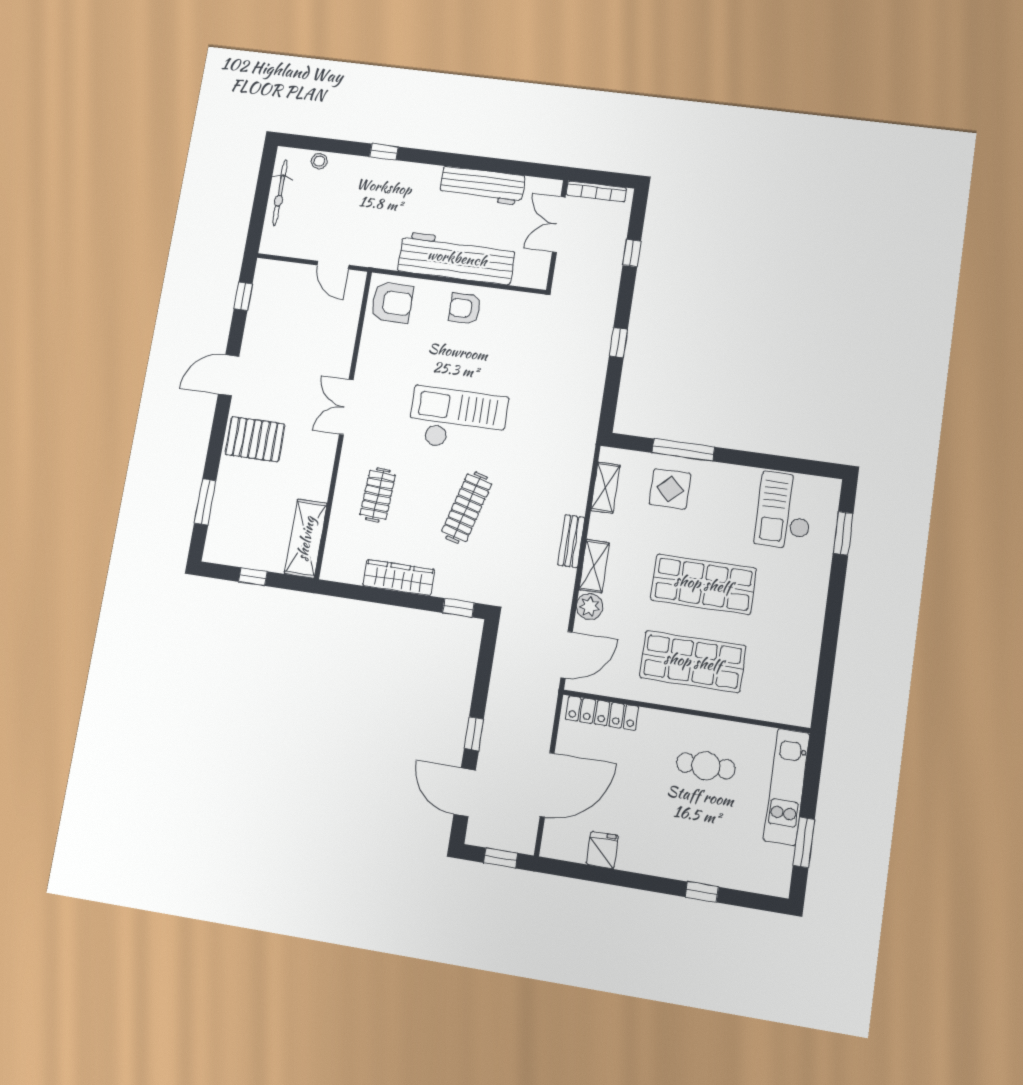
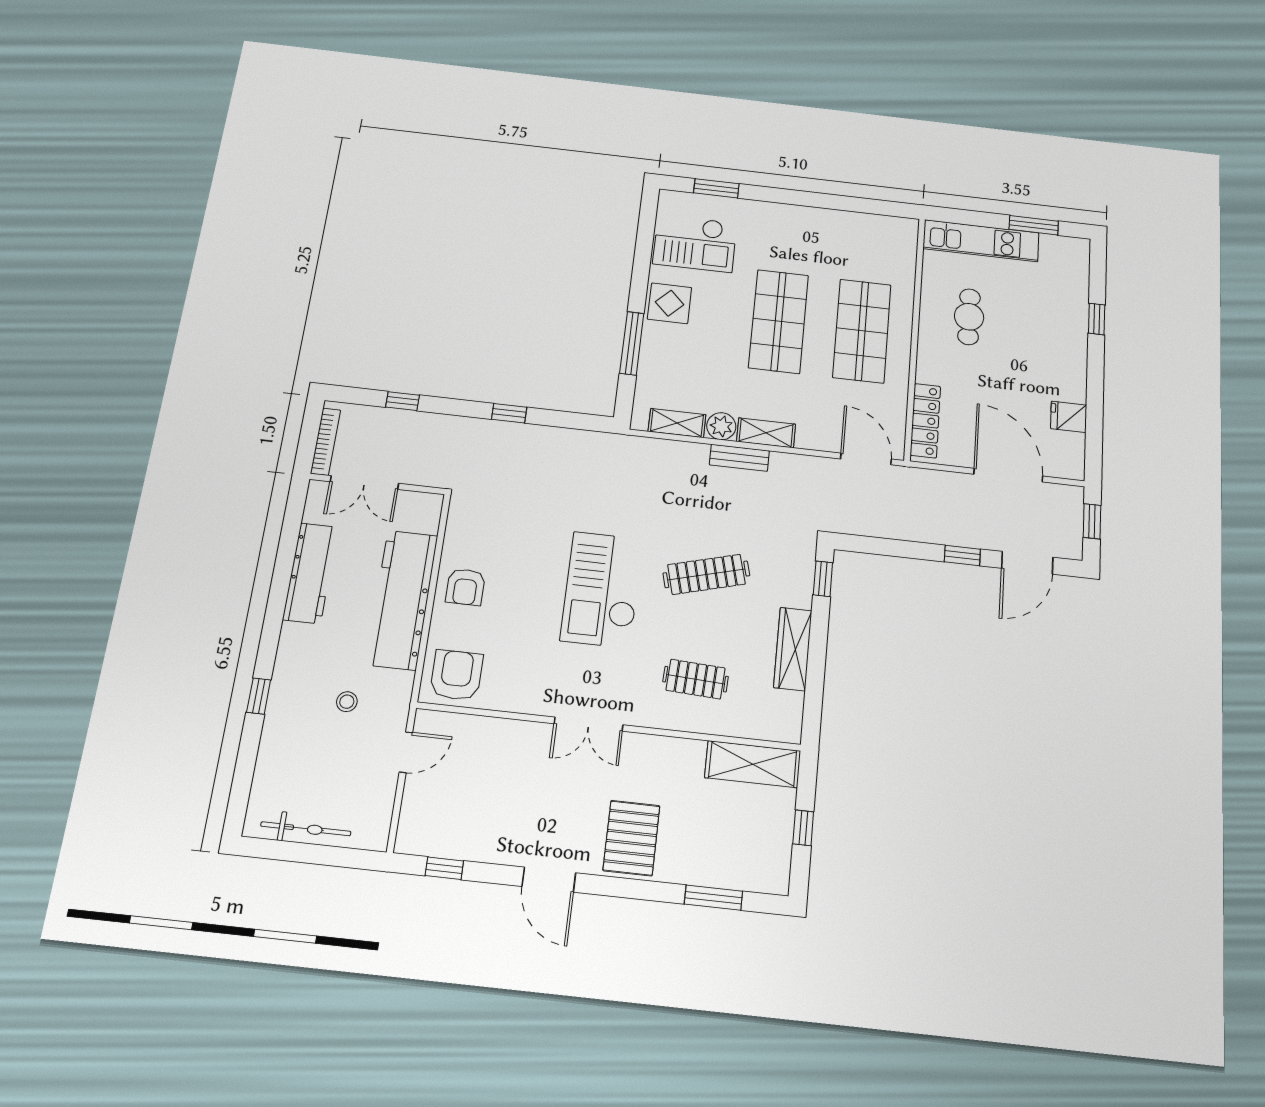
stool: (319, 161) -> (347, 702), moved
display table: (670, 489) -> (670, 303), moved
clothes rail: (467, 508) -> (706, 574), turned -30
plant: (590, 607) -> (721, 426), moved

